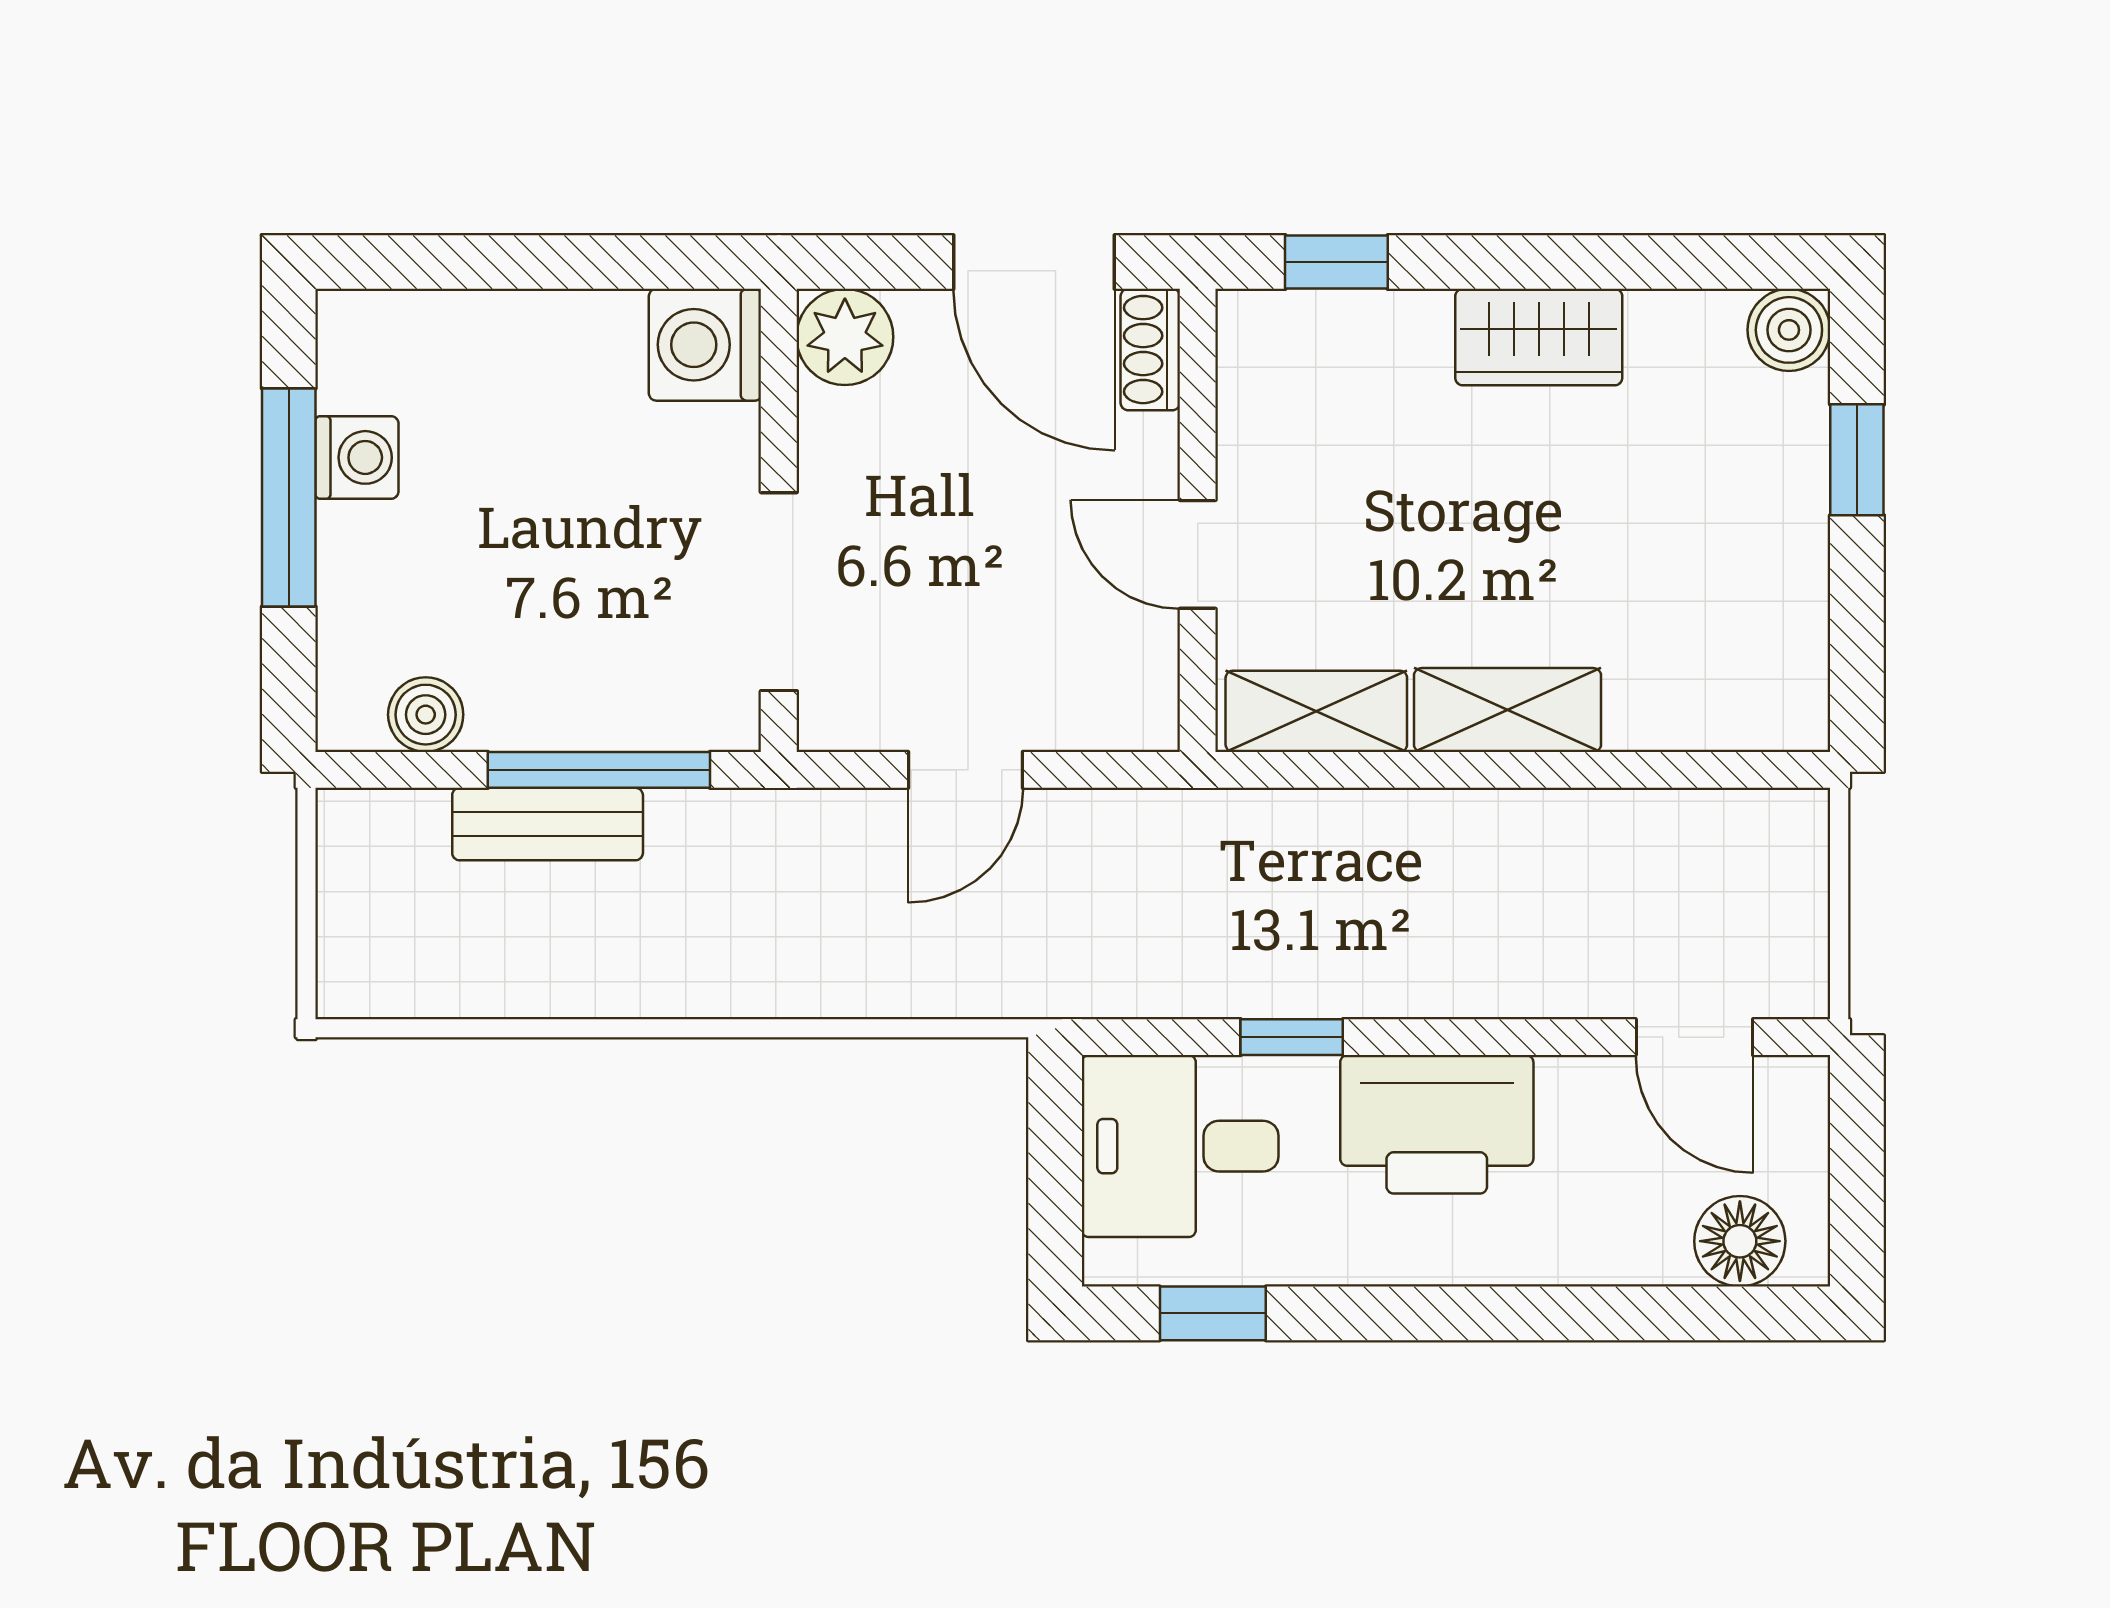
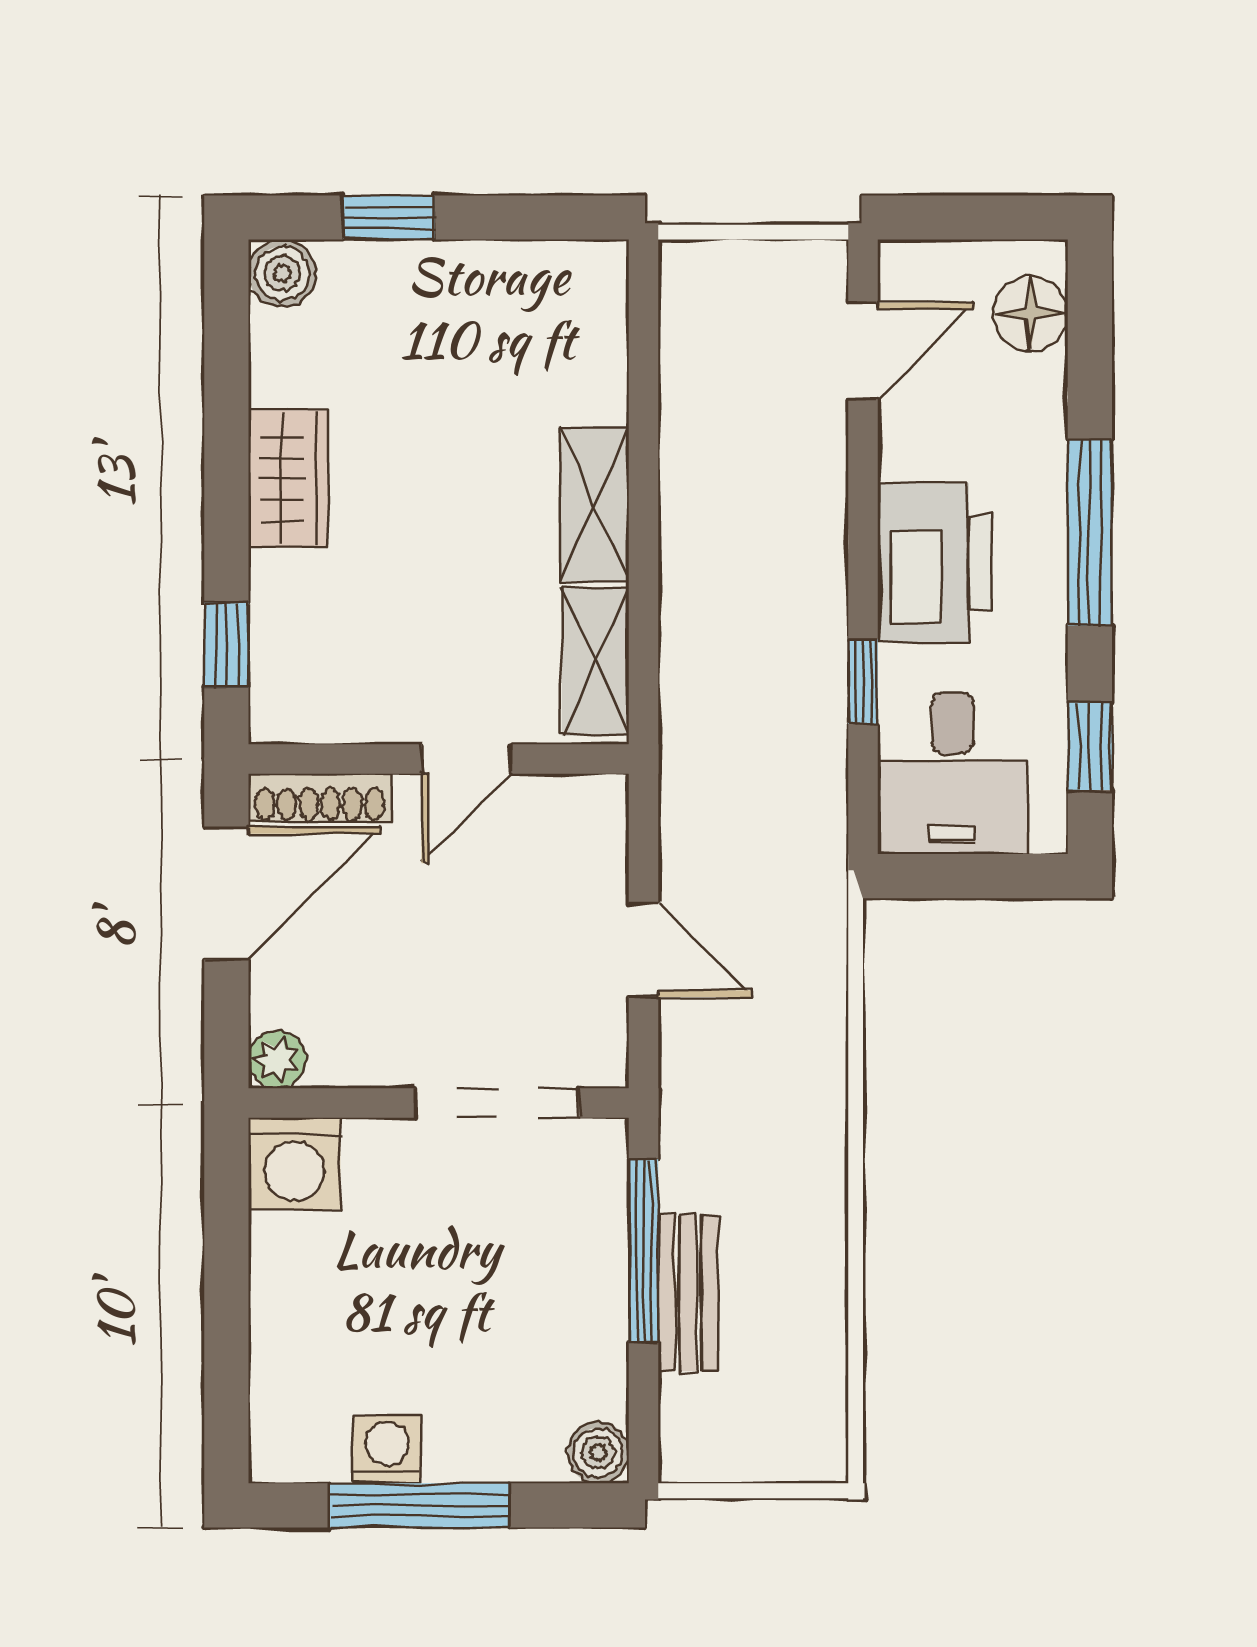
plant: (845, 337) -> (277, 1059), width x0.73, depth x0.73
shoe rack: (1150, 350) -> (320, 798), width x1.43
boiler: (426, 715) -> (598, 1453), moved
window: (1473, 1313) -> (1090, 533), added

